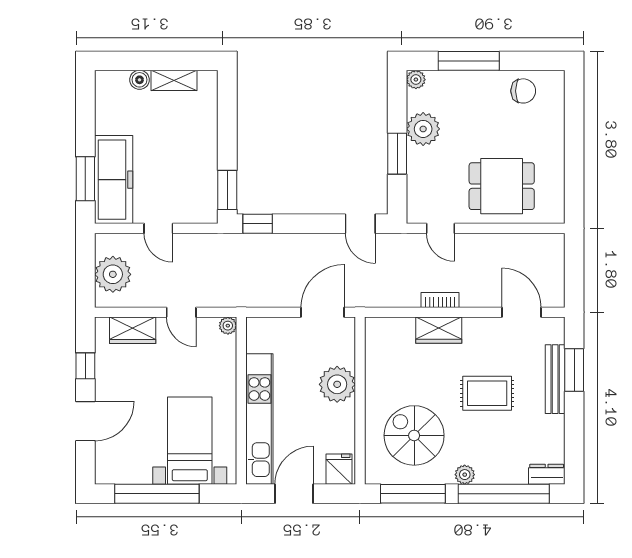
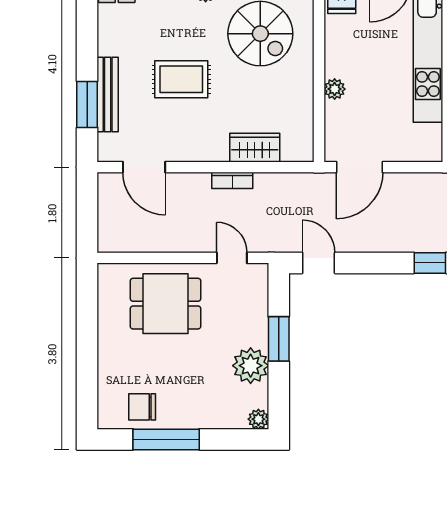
window: (469, 61) -> (166, 439), moved
wardrobe: (439, 330) -> (255, 148), moved
plant: (337, 384) -> (335, 89), width x0.53, depth x0.53

